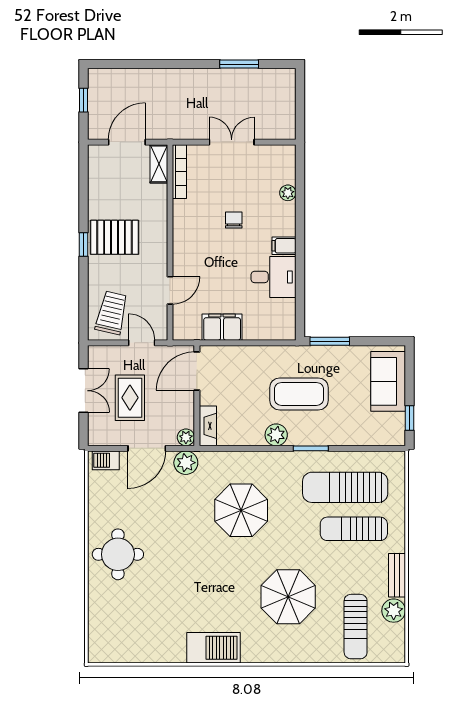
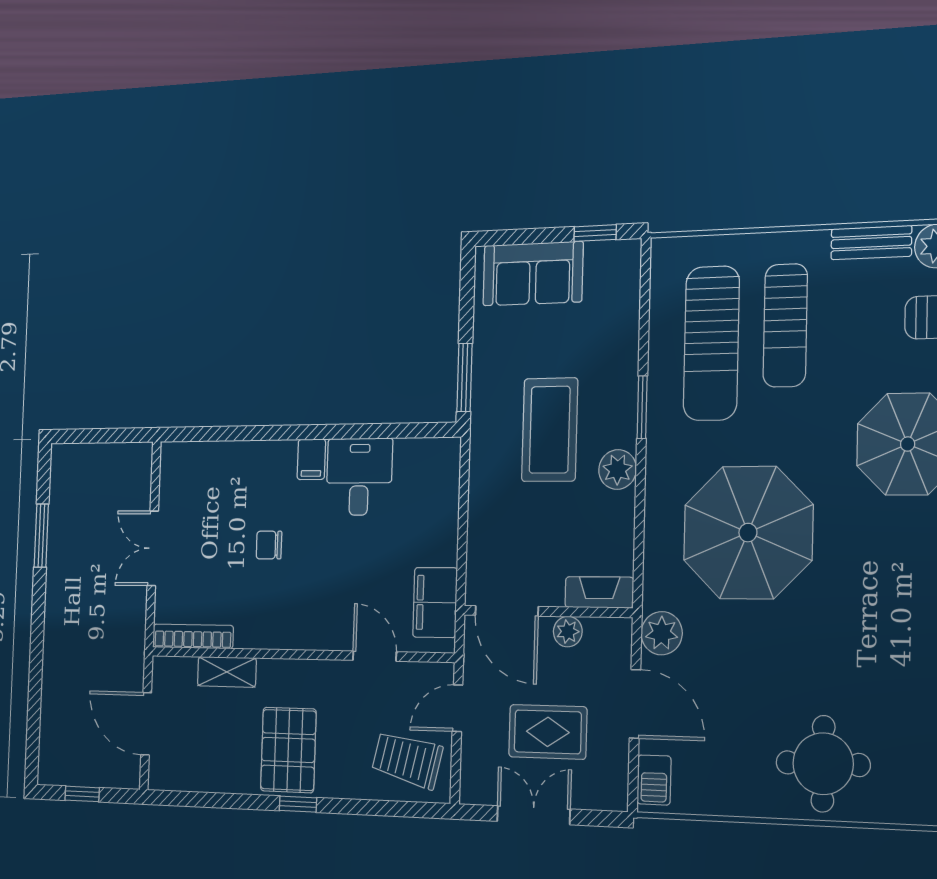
shelving: (159, 164) -> (227, 672), moved
plant: (288, 193) -> (231, 454), removed
filing cabinet: (222, 327) -> (435, 602), moved
plant: (186, 437) -> (568, 632), moved
parasol: (241, 510) -> (748, 533), width x1.36, depth x1.36

